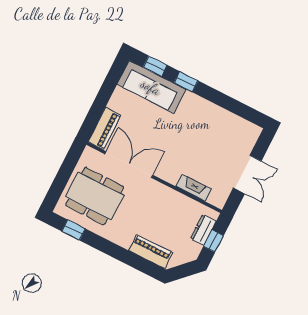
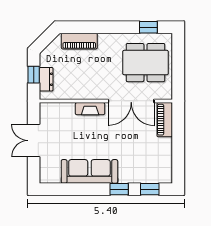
sofa: (151, 87) -> (89, 171), moved
fireplace: (194, 188) -> (90, 109), moved

